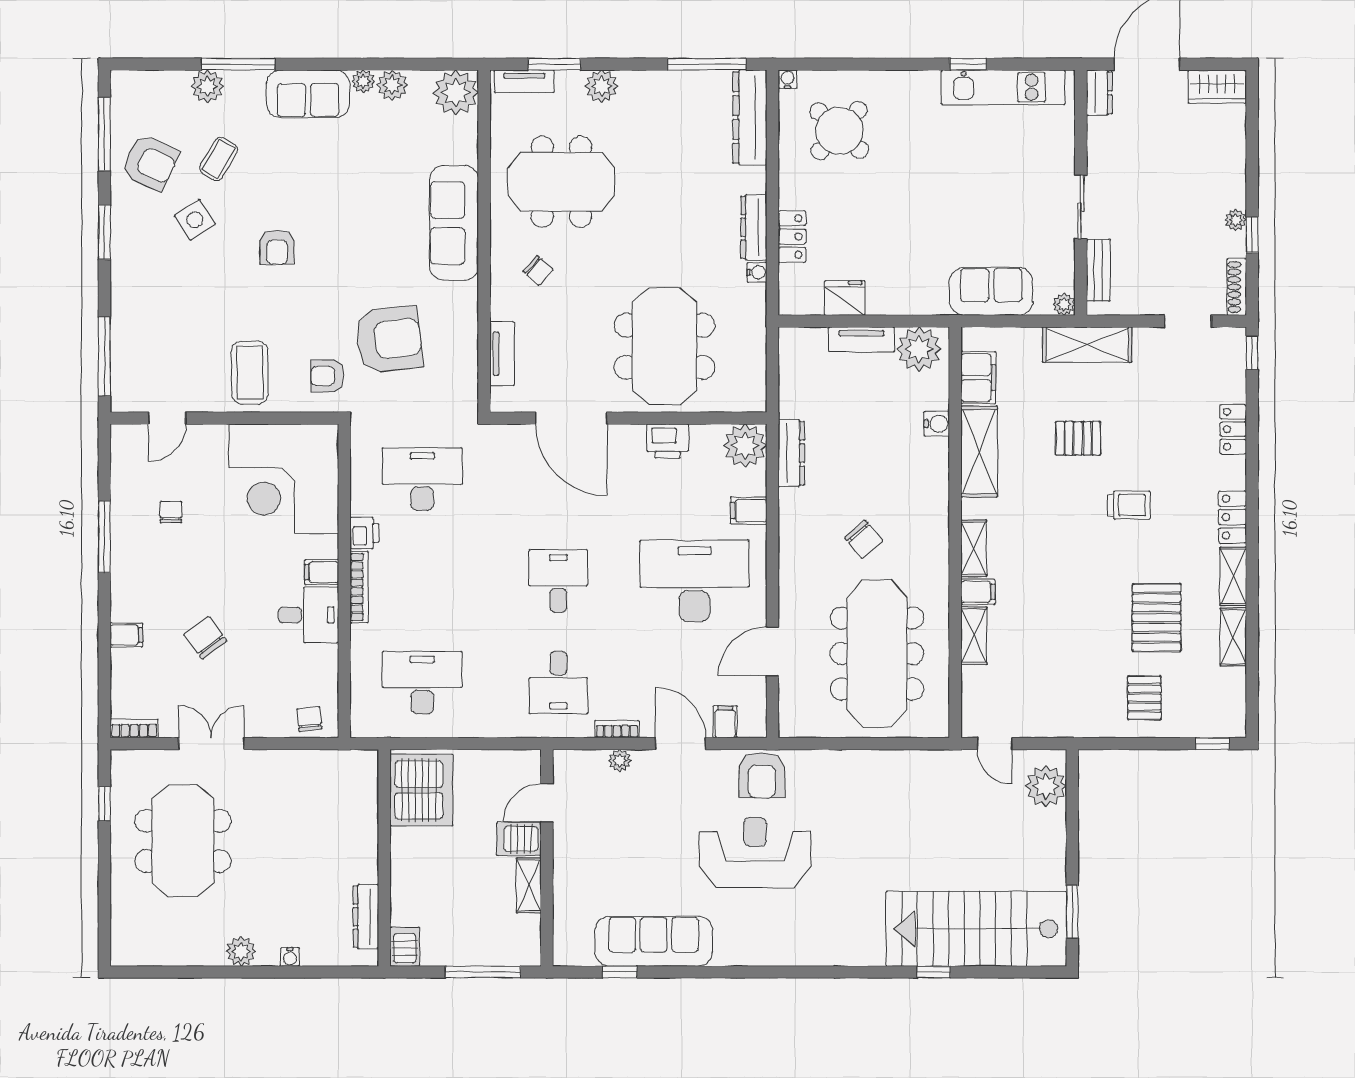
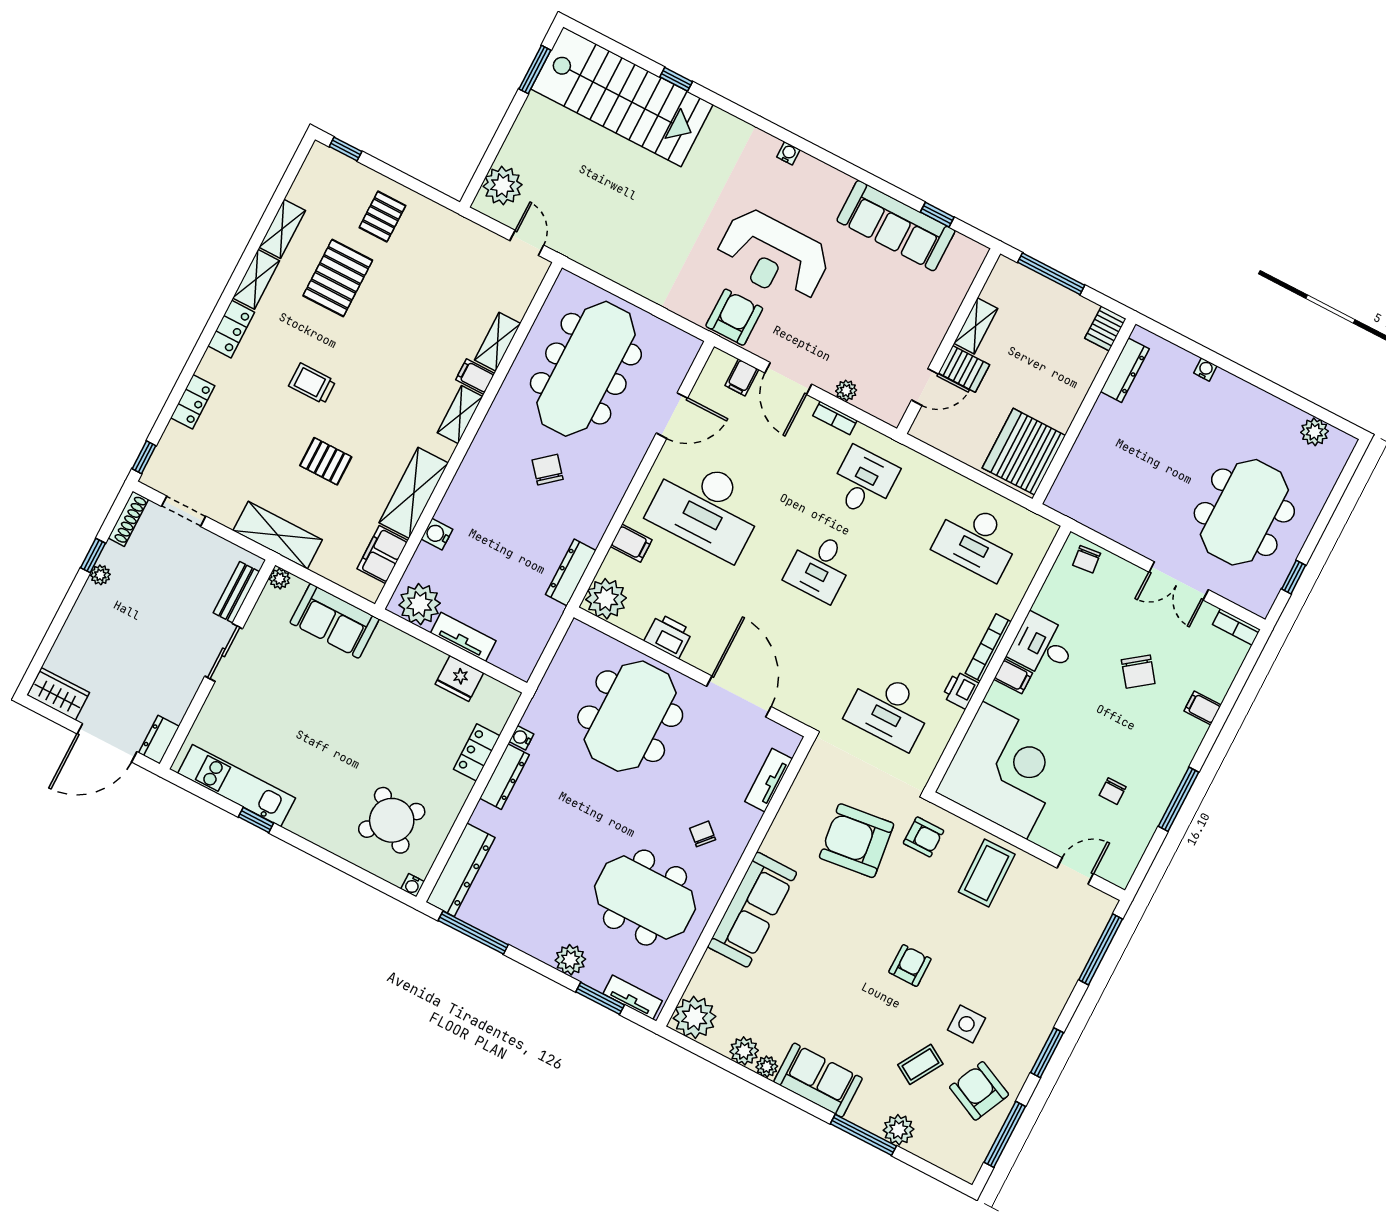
side table: (195, 220) -> (967, 1024), turned 33
plant: (241, 951) -> (1315, 432), moved
water cooler: (791, 957) -> (788, 153), added

